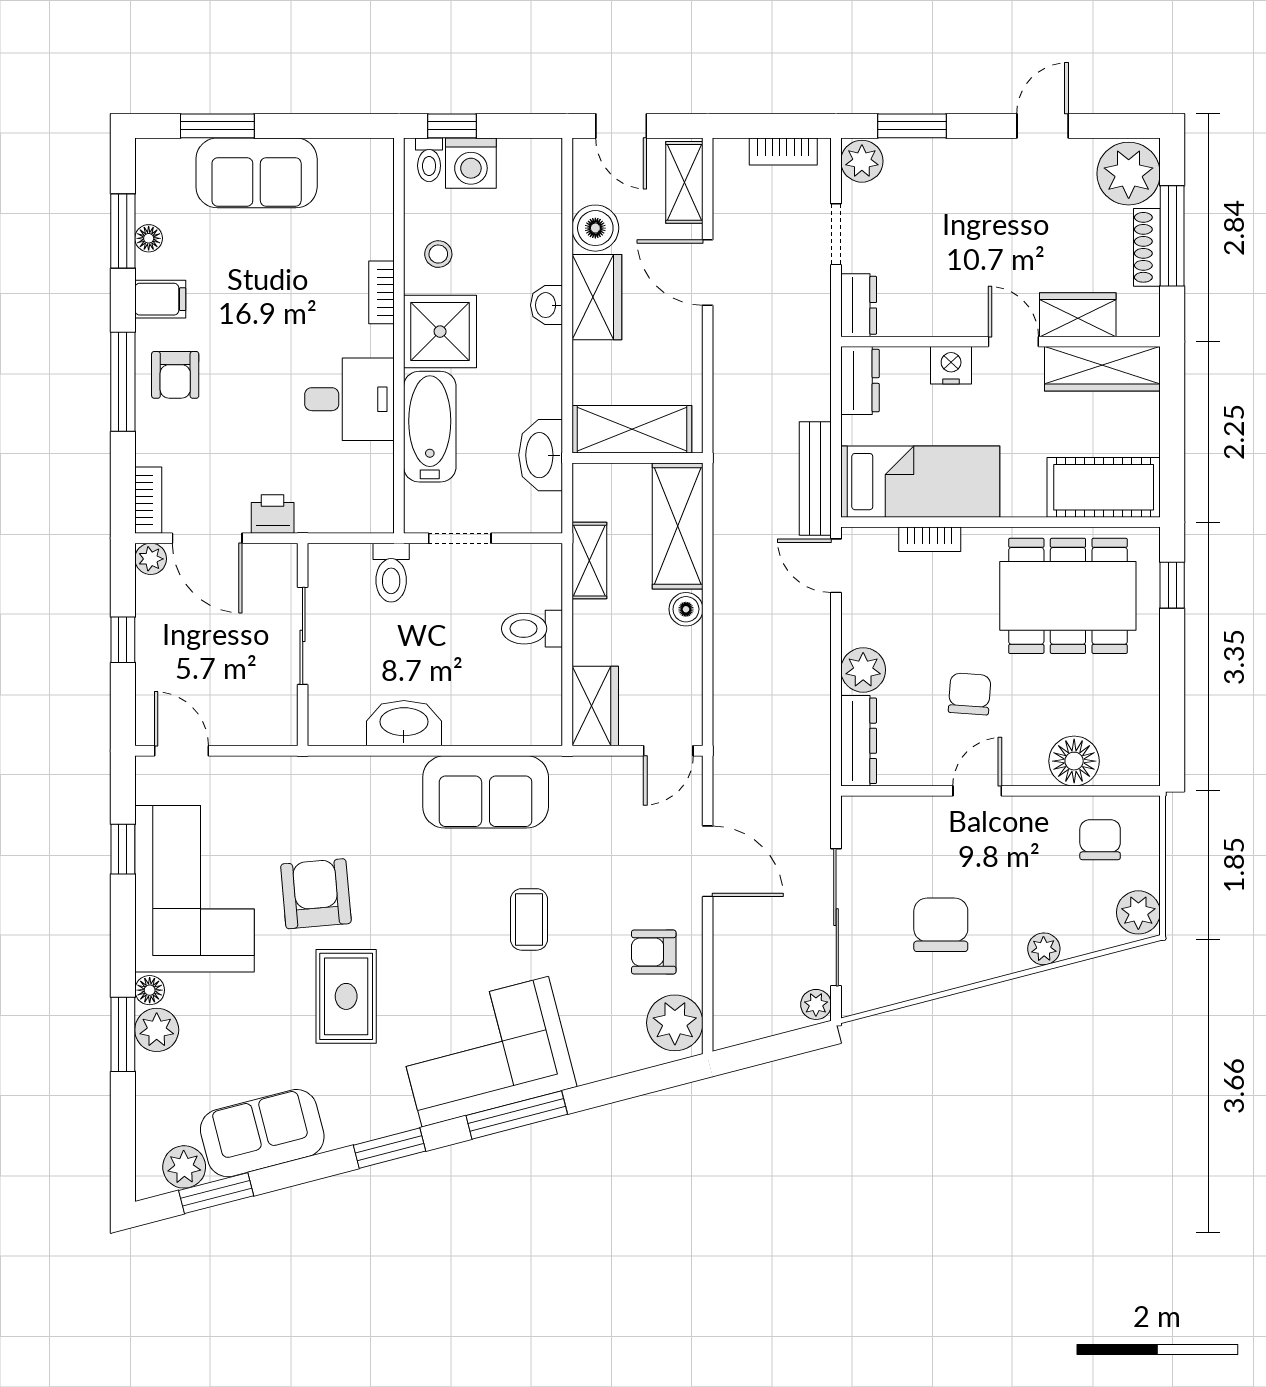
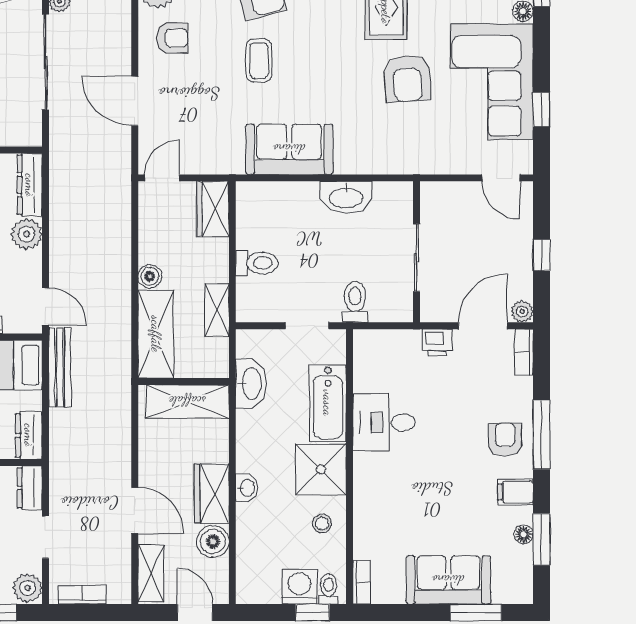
bookcase: (381, 292) -> (362, 582), moved
door: (207, 538) -> (483, 326), hinge flipped

